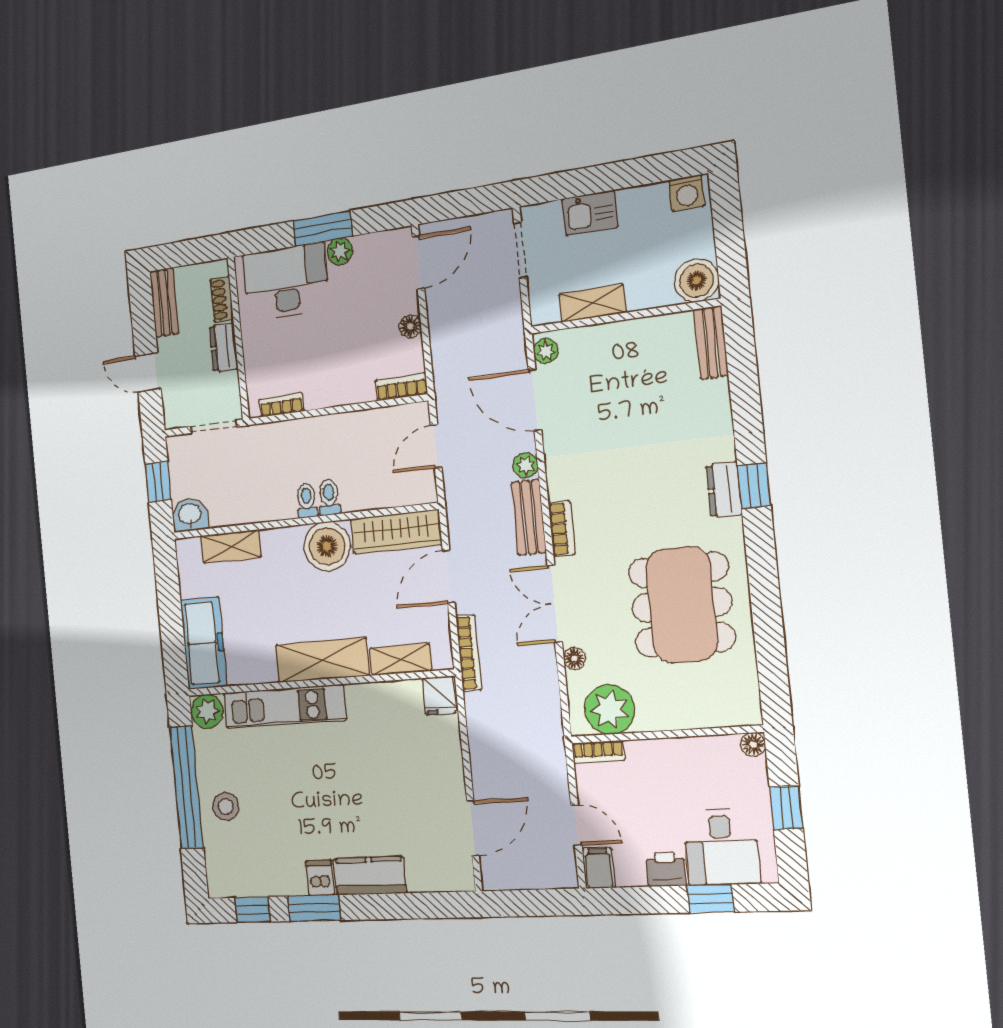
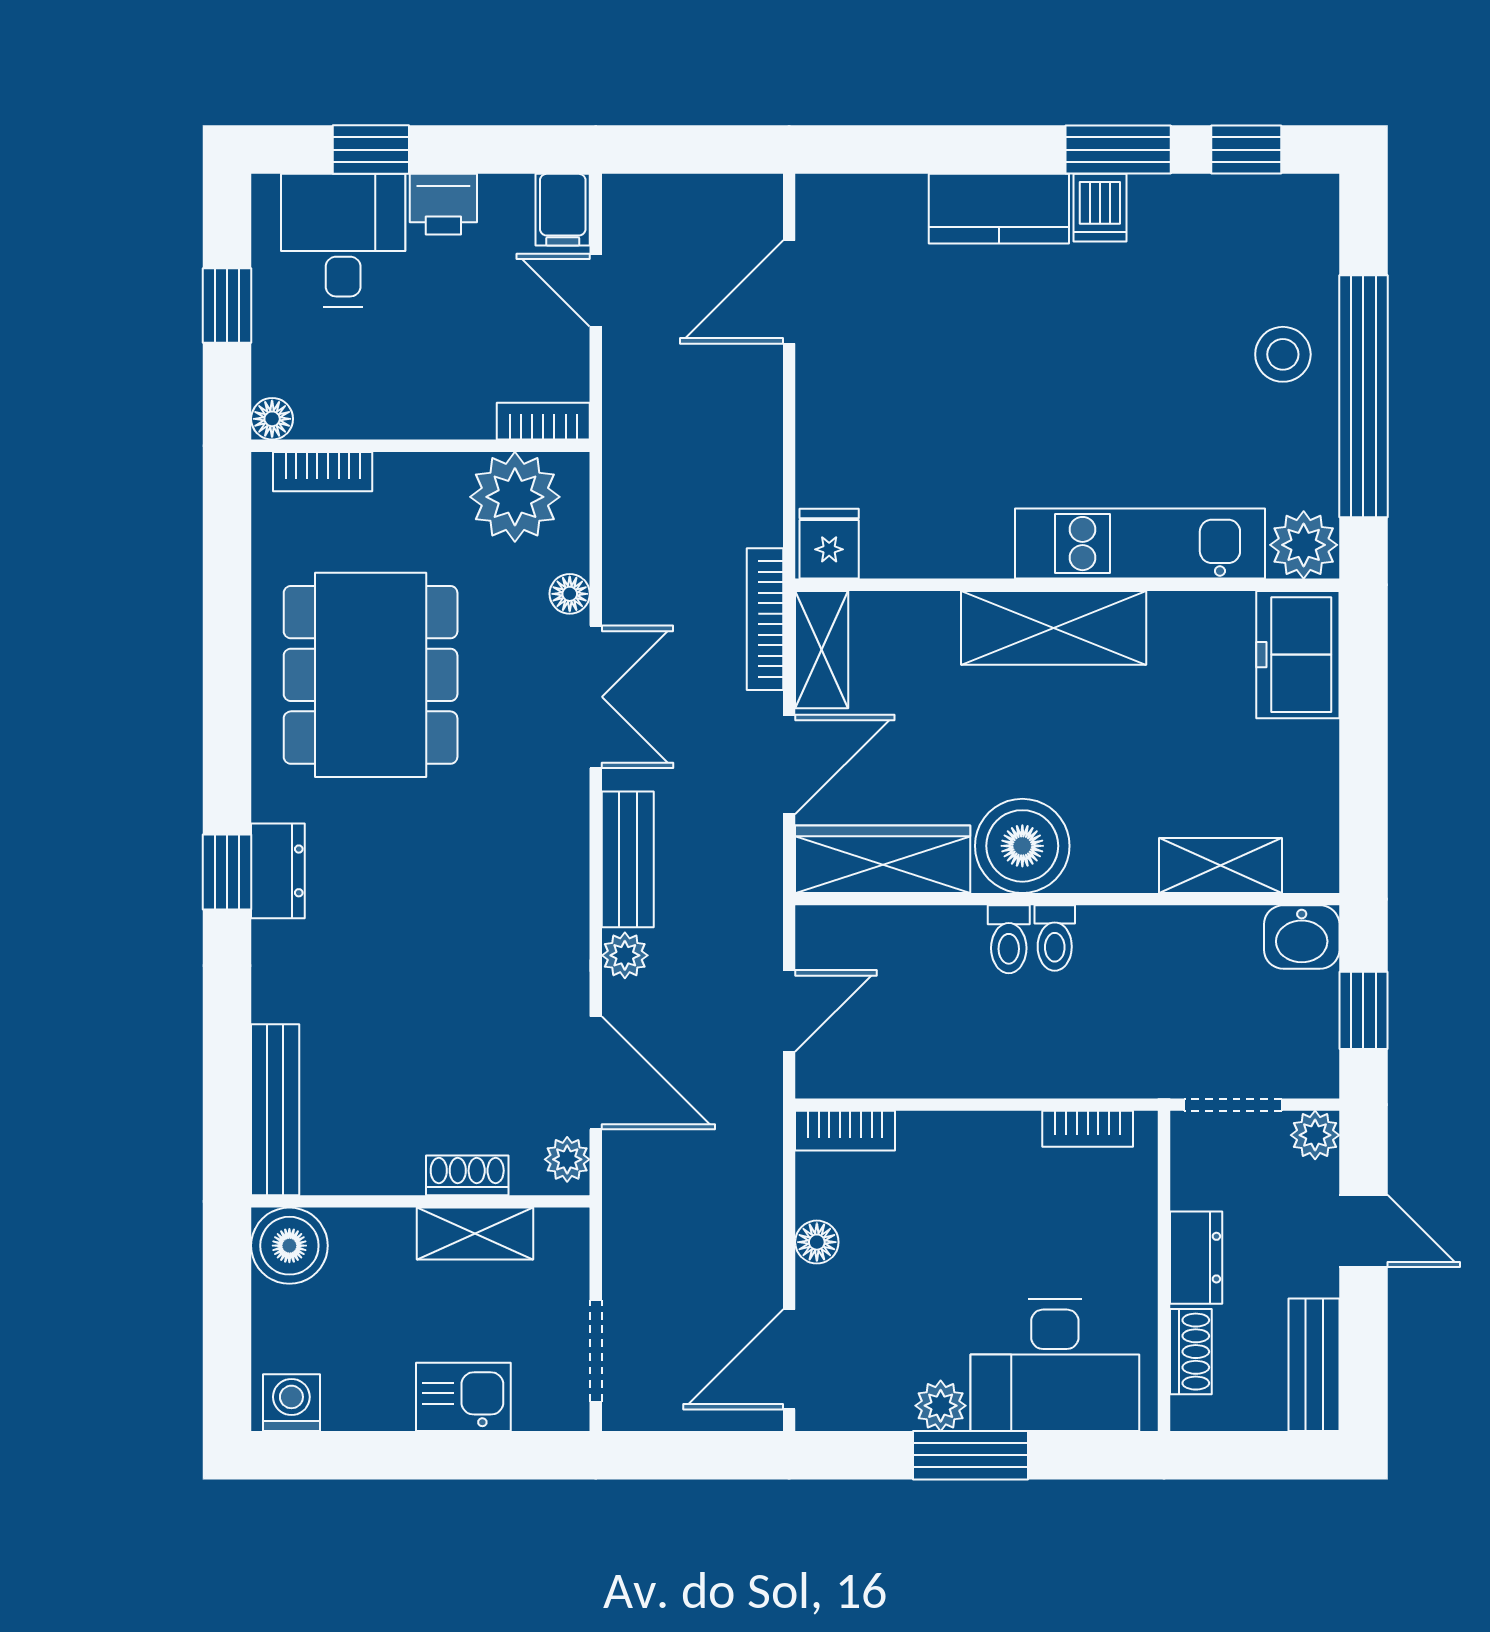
shoe rack: (600, 334) -> (467, 1175), added
bench: (711, 343) -> (275, 1110), width x1.36
plant: (174, 417) -> (1315, 1135), added
bookcase: (562, 529) -> (323, 472), moved, turned -90
freezer: (204, 643) -> (1298, 655), width x0.71
shelving: (400, 659) -> (822, 650), moved, turned 90

